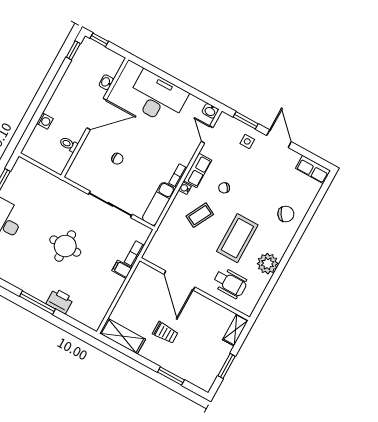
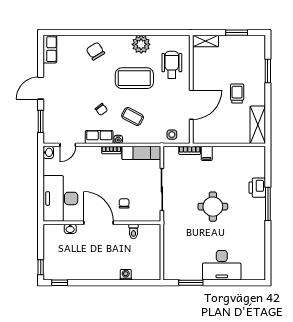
washbasin: (106, 82) -> (70, 229), moved
door: (97, 114) -> (98, 223), moved
wall: (95, 117) -> (102, 223), moved
side table: (247, 141) -> (172, 135), moved
toilet: (69, 144) -> (133, 231), moved

